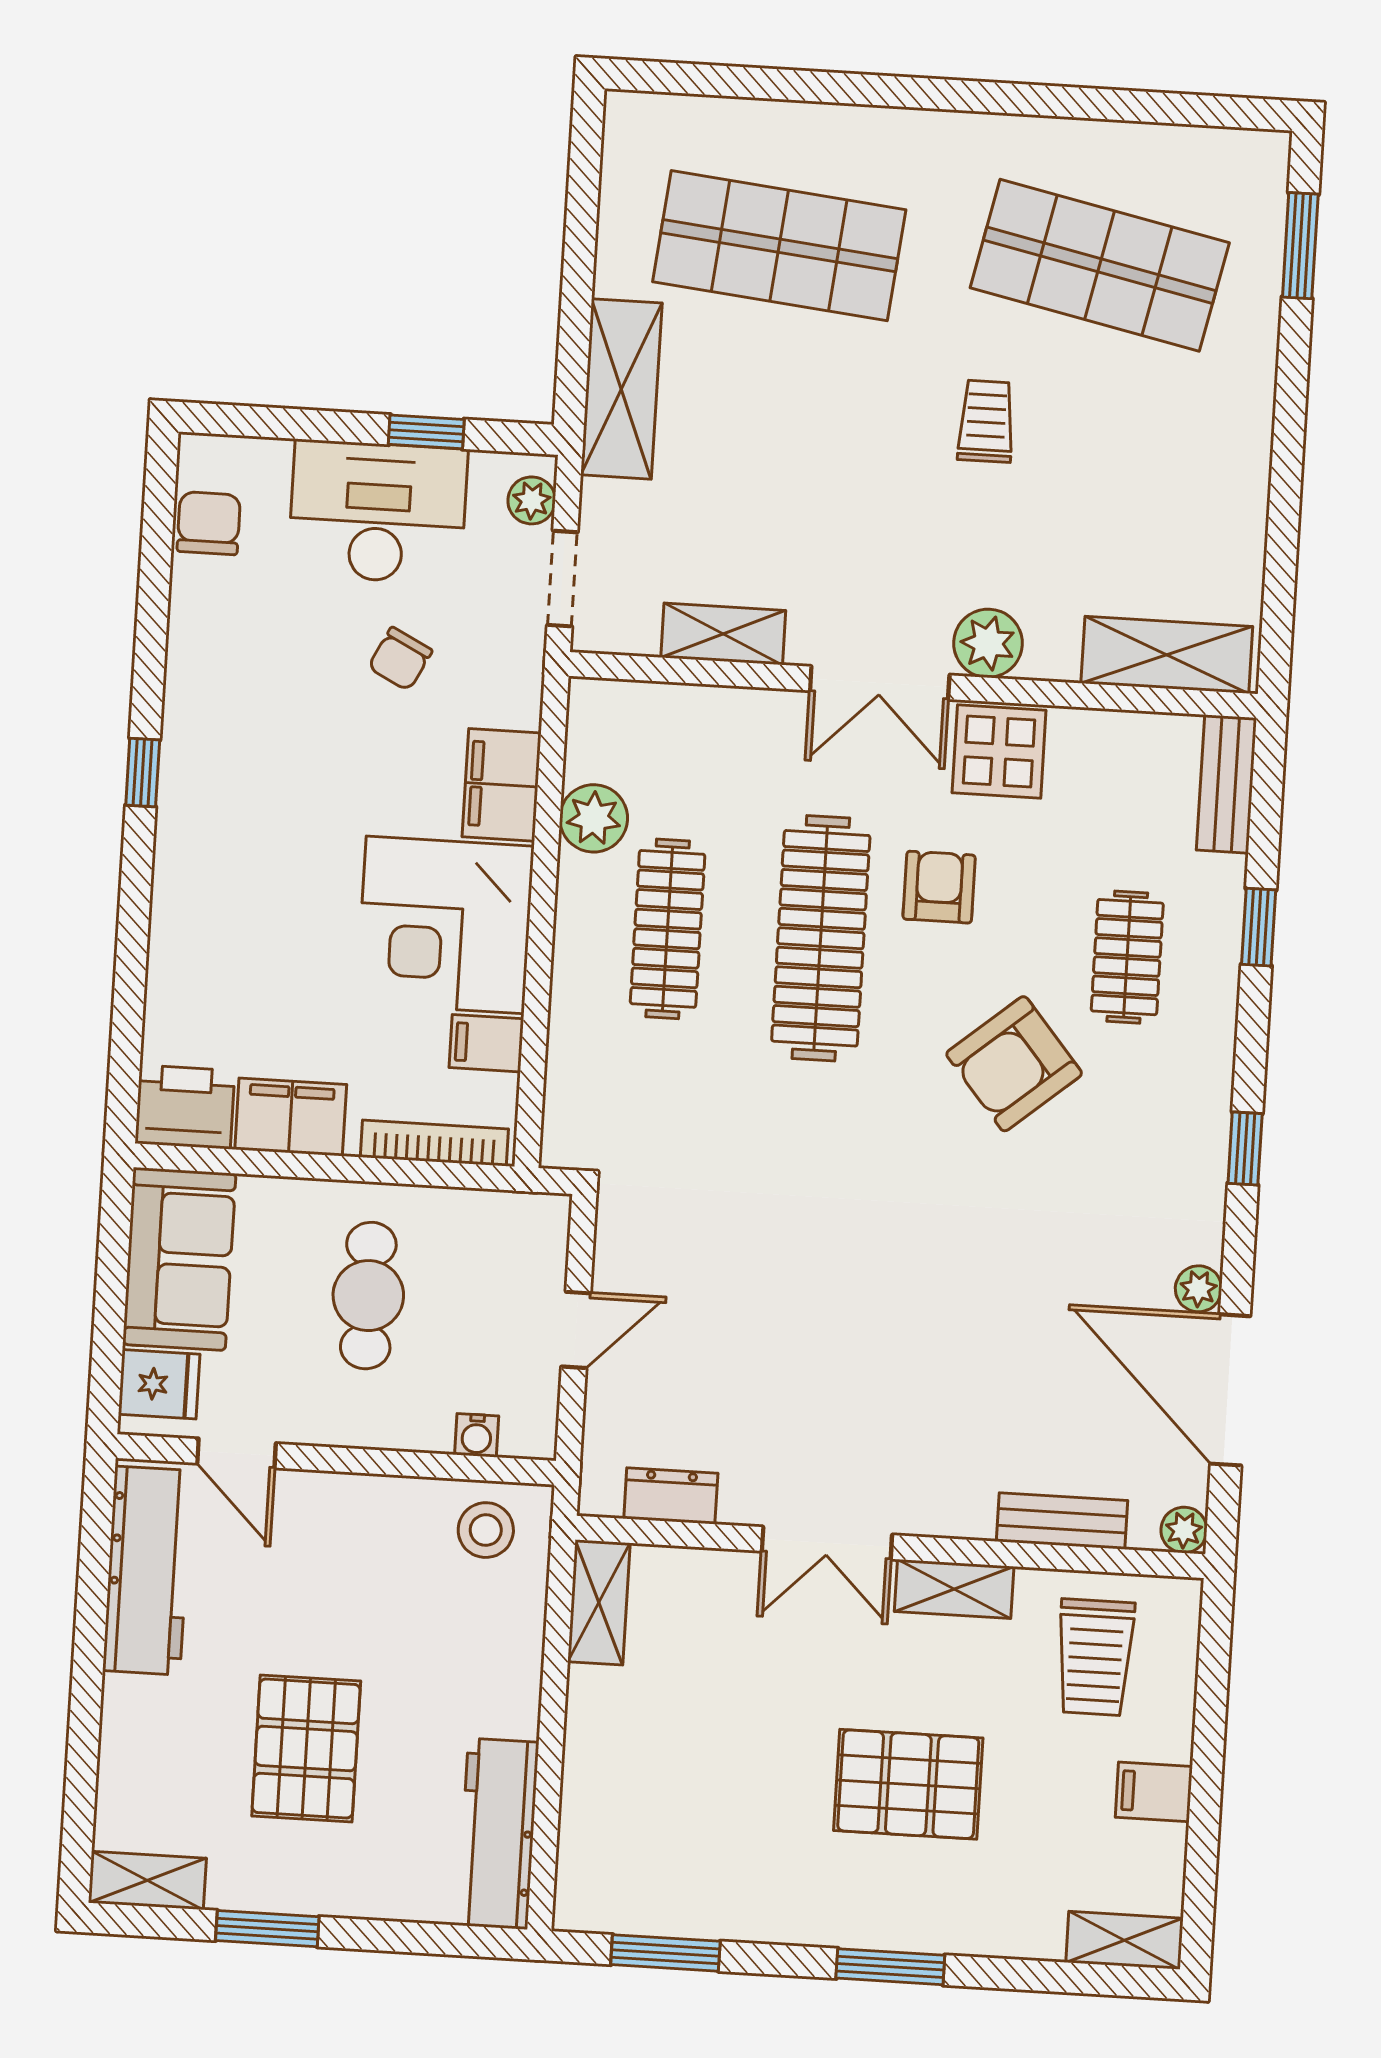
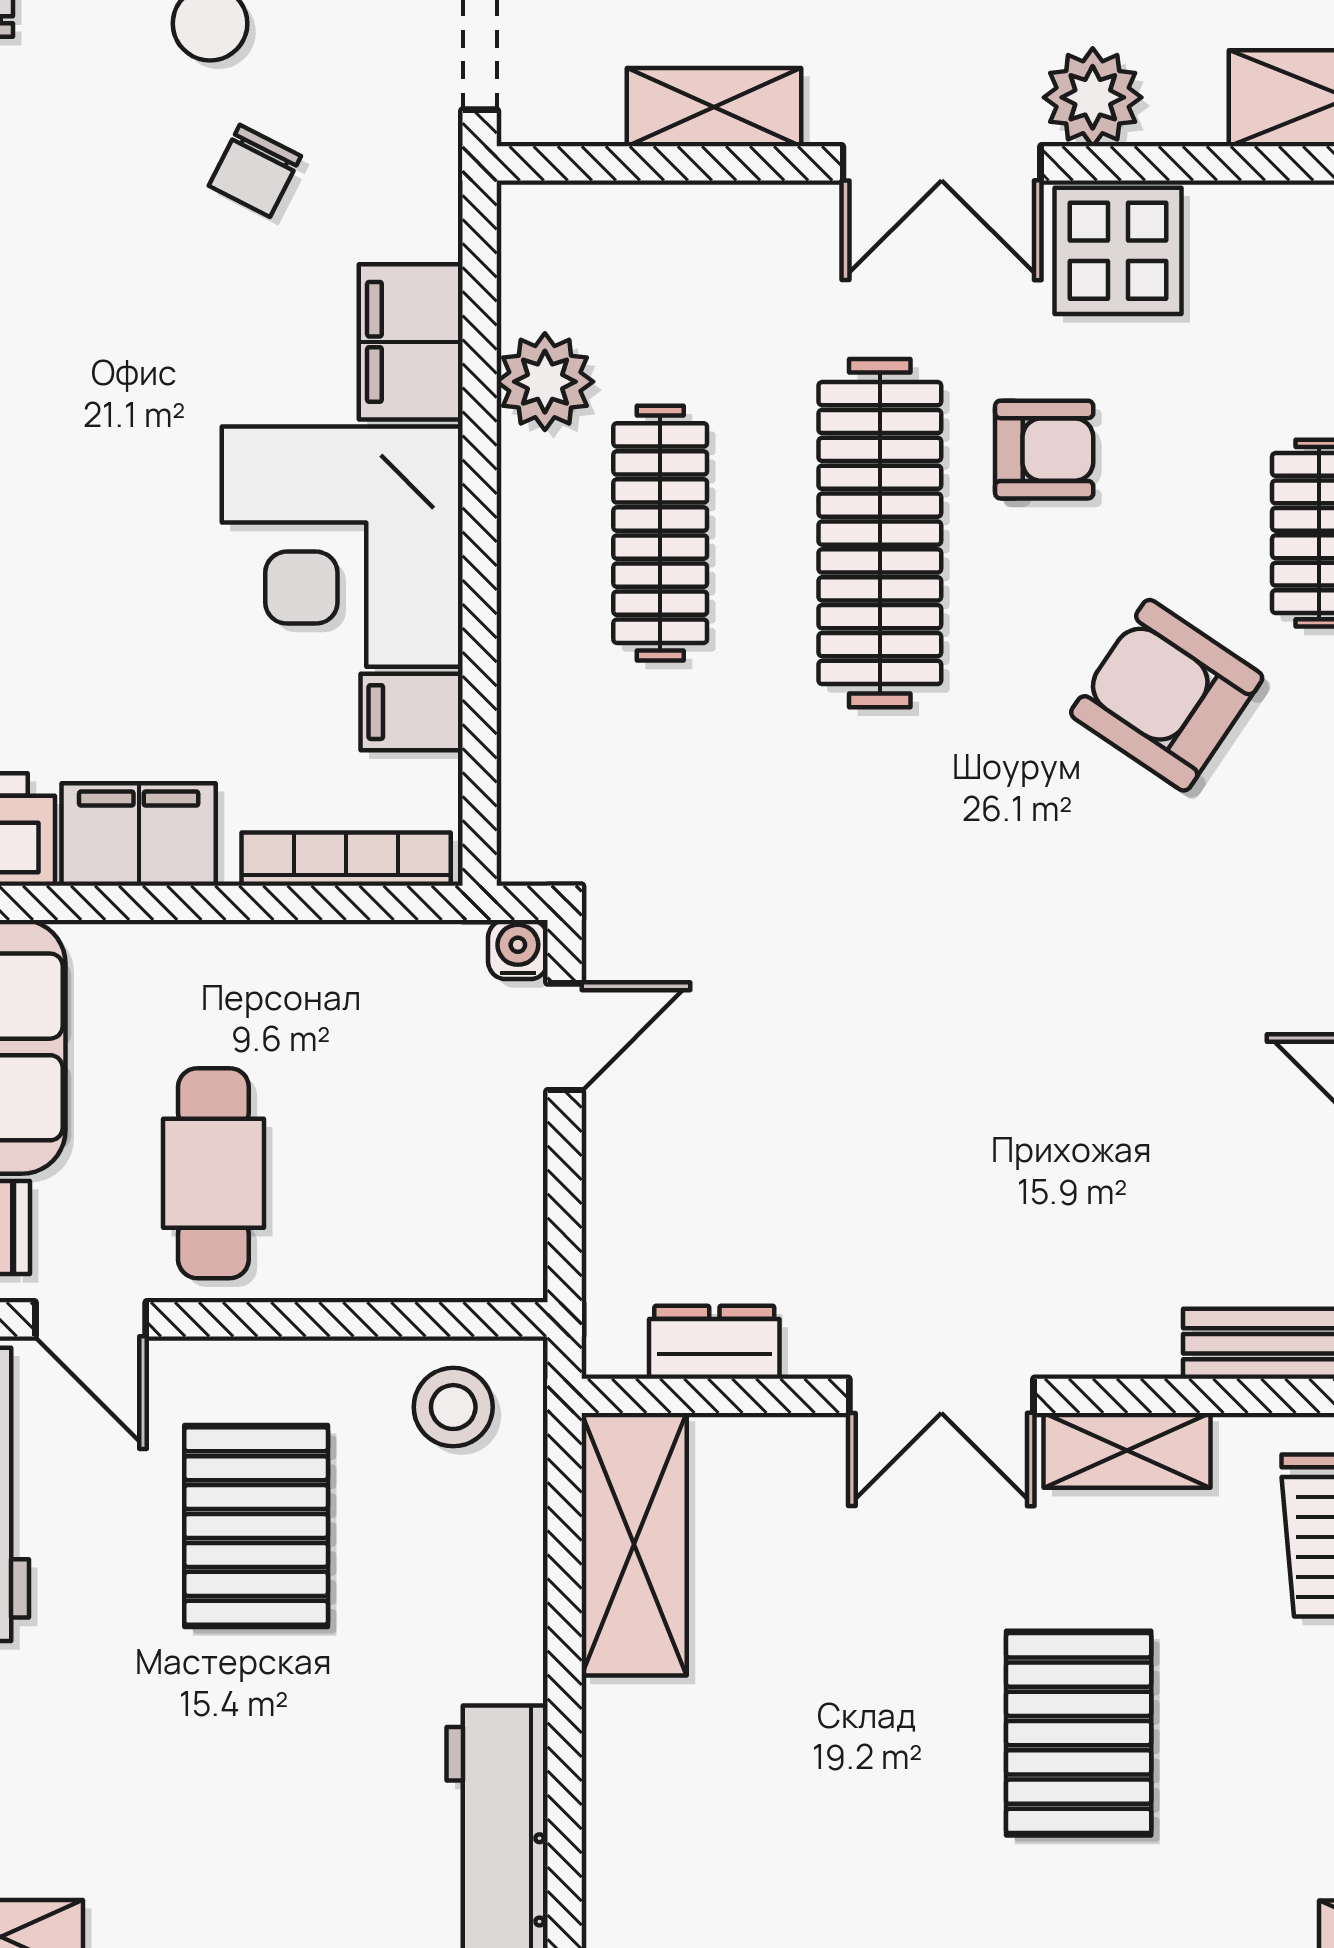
armchair: (939, 887) -> (1044, 450), turned 90
armchair: (1014, 1064) -> (1167, 695), turned 74
cafe table: (368, 1296) -> (213, 1173), moved
door: (576, 1330) -> (565, 1037), moved
water cooler: (477, 1435) -> (518, 950), moved, turned 180
shelving: (599, 1602) -> (634, 1544), width x1.50, depth x1.33
pallet: (306, 1749) -> (256, 1526), moved
pallet: (908, 1784) -> (1079, 1733), turned 90

